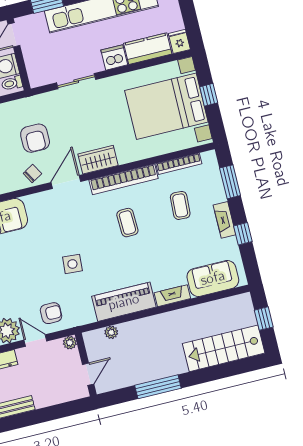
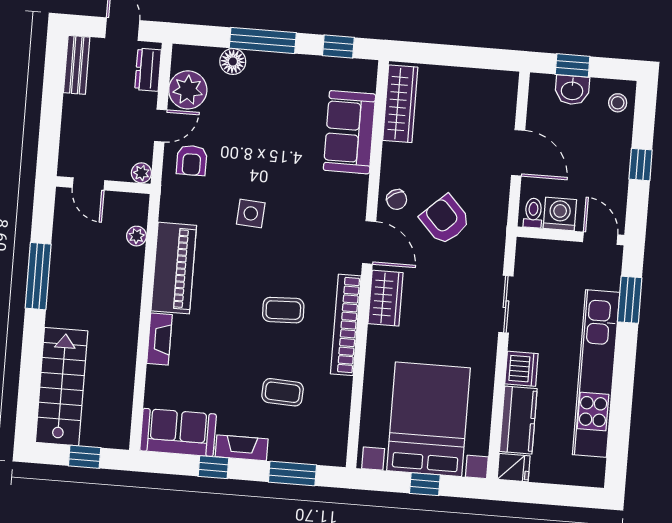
armchair: (35, 138) -> (445, 220), turned 47
bookcase: (179, 164) -> (342, 410), removed
sofa: (213, 278) -> (178, 432), moved, turned -90

